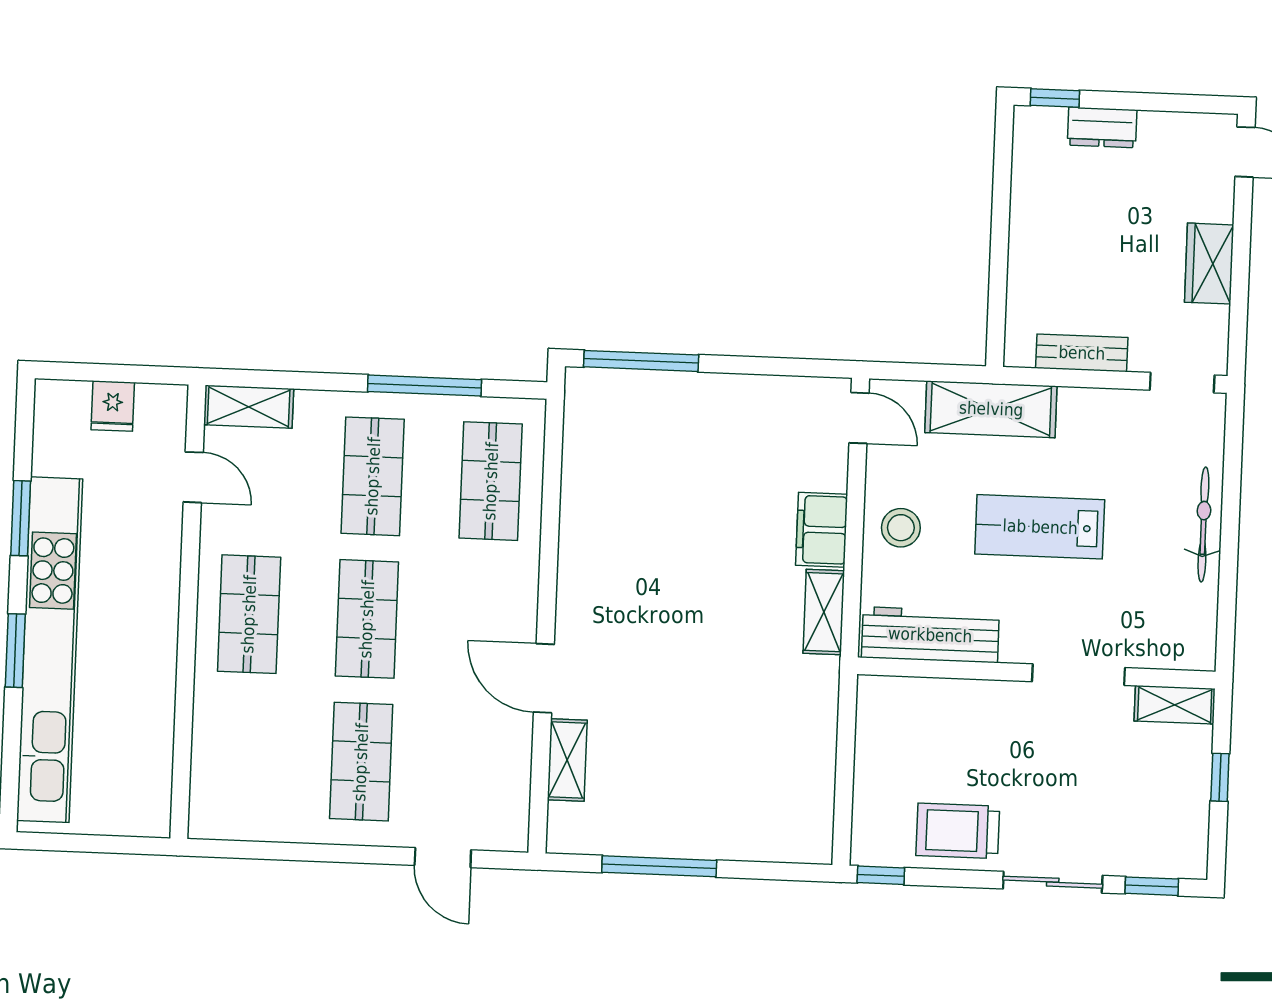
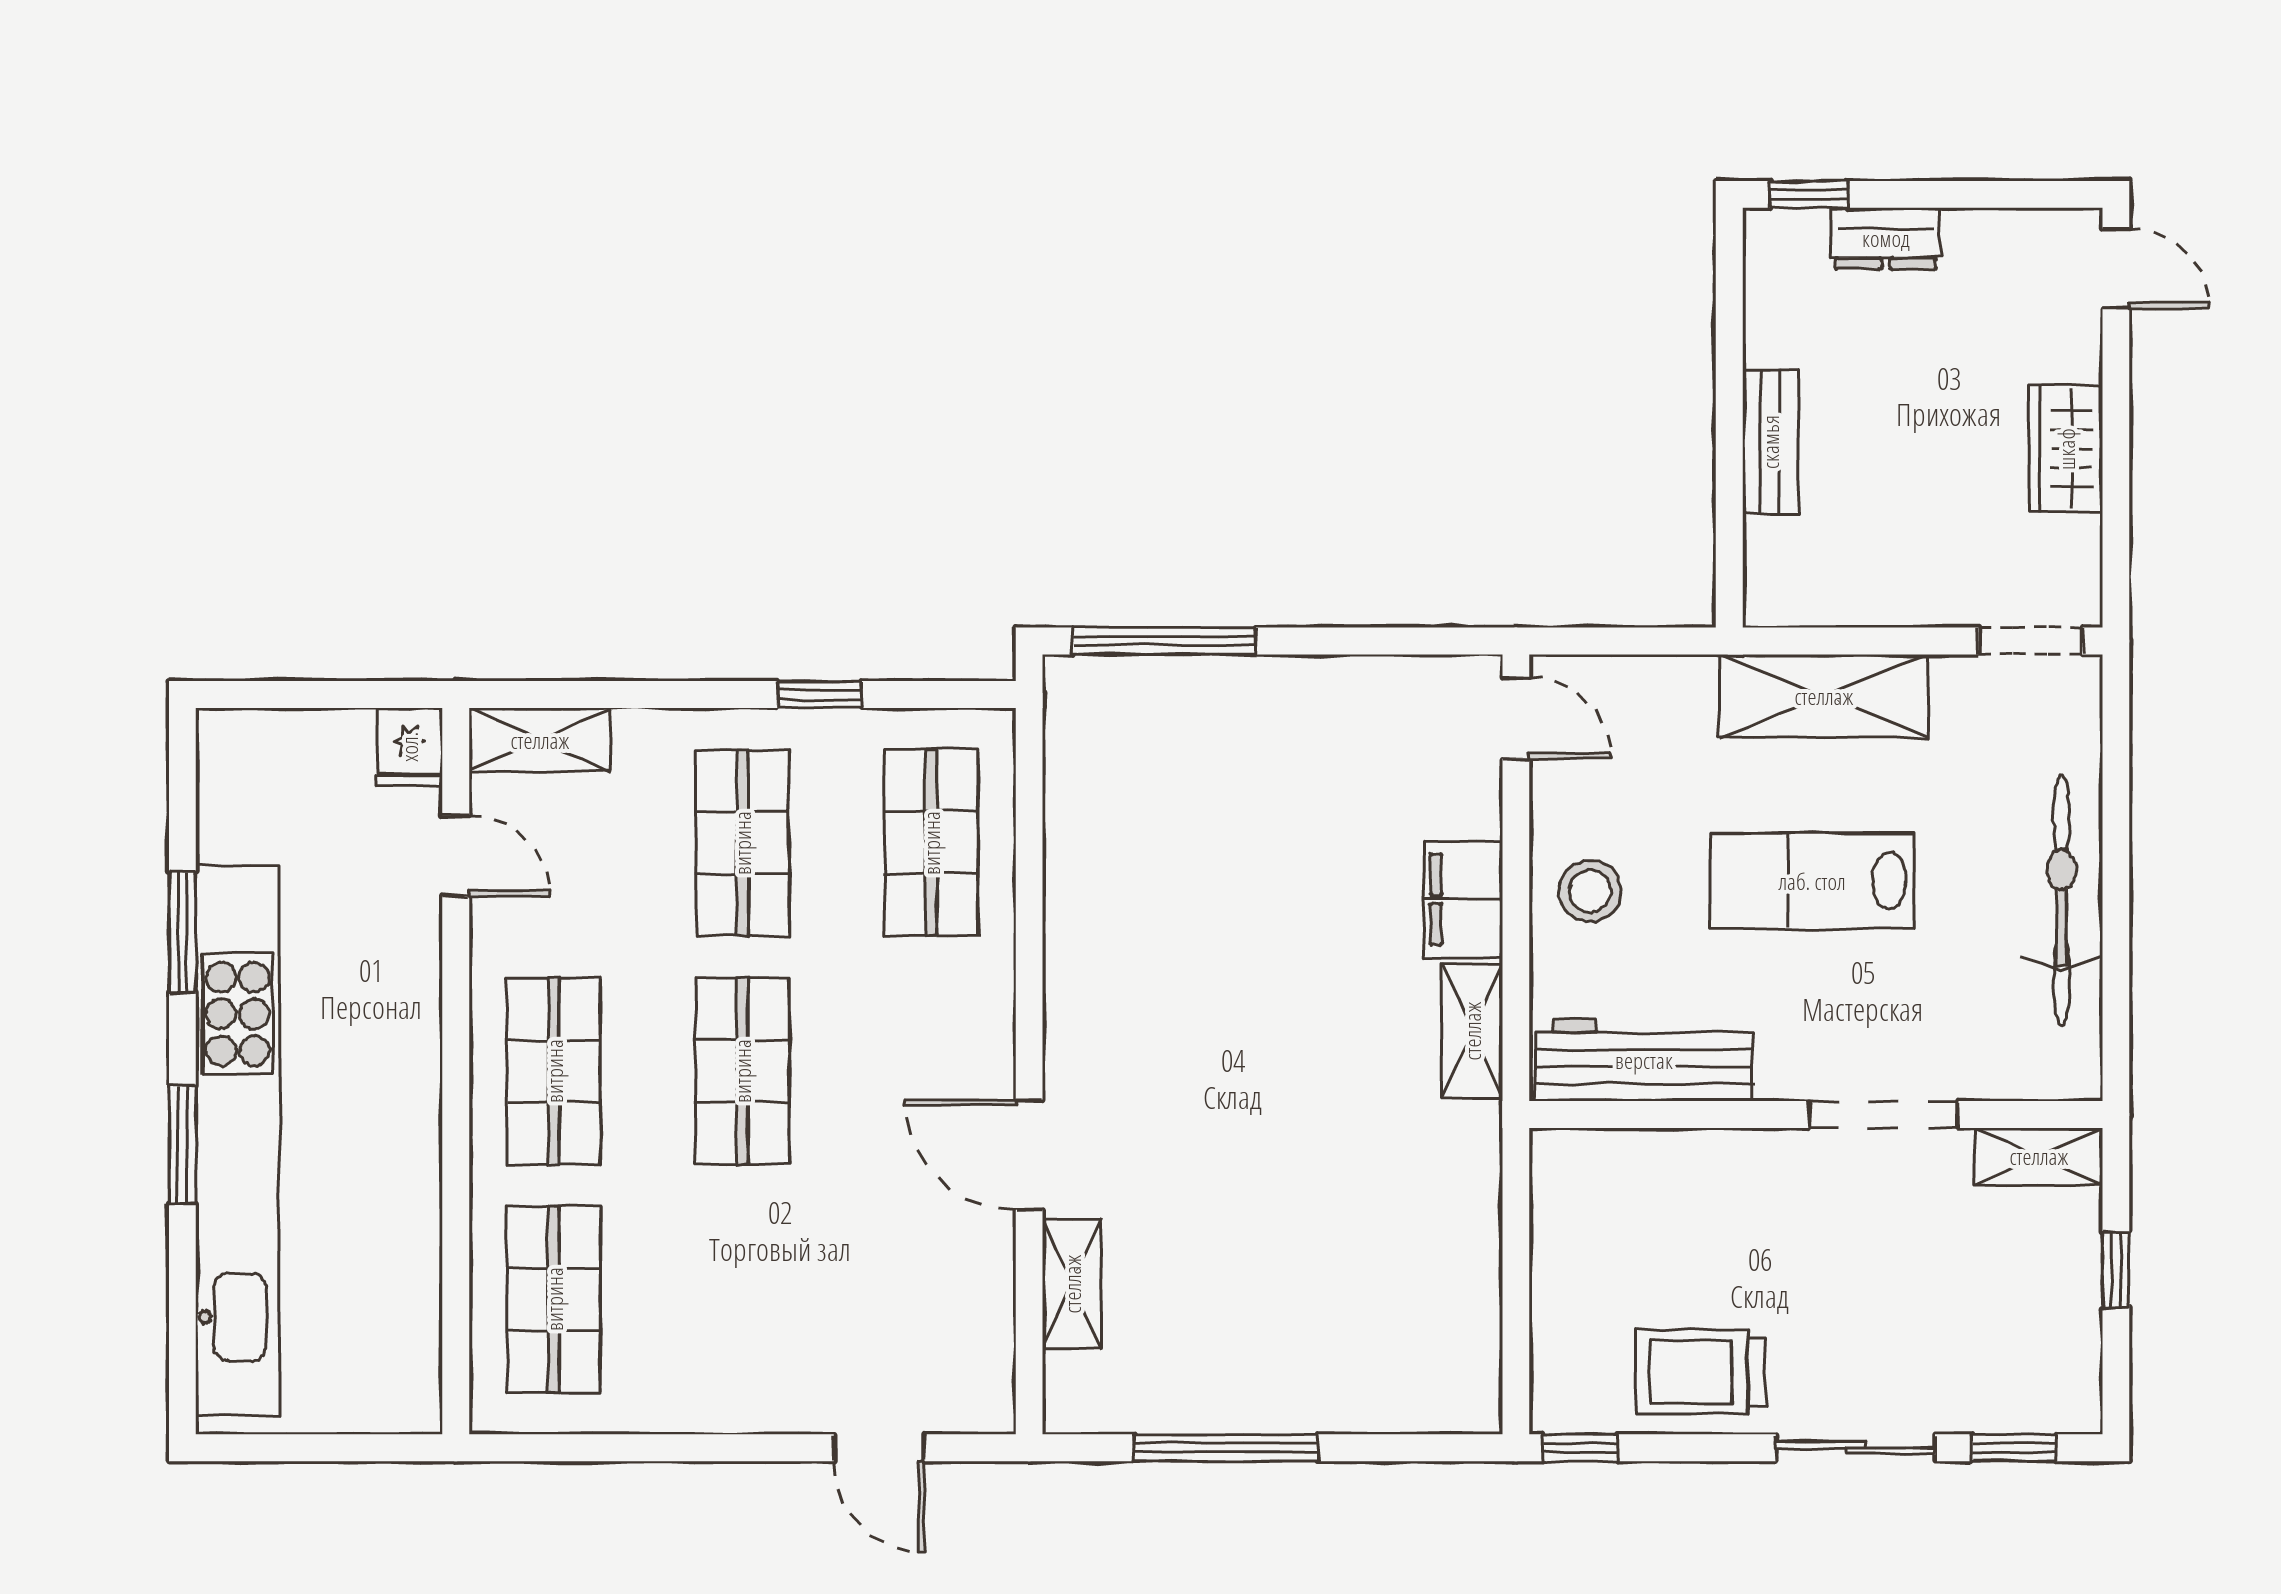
bench: (1082, 353) -> (1770, 442), moved, turned 90
window: (424, 386) -> (819, 694), width x0.46
fridge: (113, 406) -> (409, 747), moved
shelving: (991, 409) -> (1824, 696), moved
bicycle: (1203, 524) -> (2062, 900), width x1.37, depth x1.40
shop shelf: (361, 762) -> (554, 1299), moved

